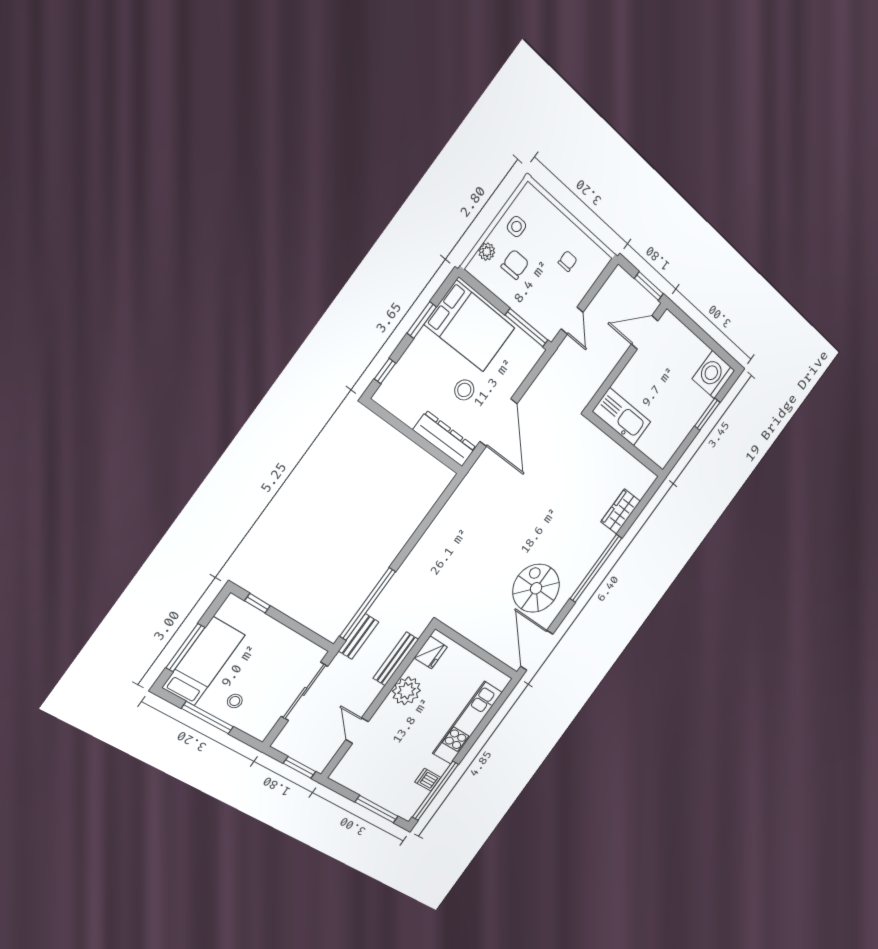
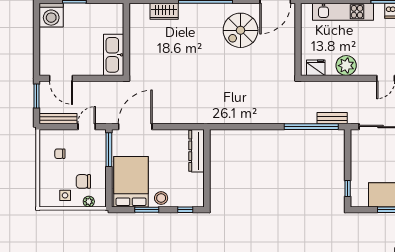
stool: (464, 390) -> (161, 198), moved
door: (499, 423) -> (135, 127), moved
bench: (396, 659) -> (58, 119), moved

